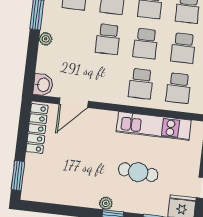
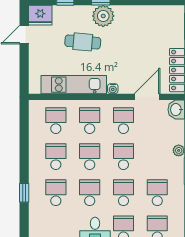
school desk: (103, 79) -> (123, 121), added
water cooler: (111, 116) -> (113, 89), added
plant: (106, 203) -> (103, 16), width x1.88, depth x1.88

